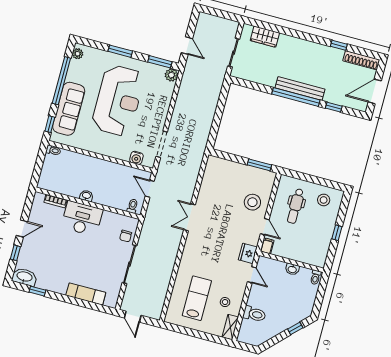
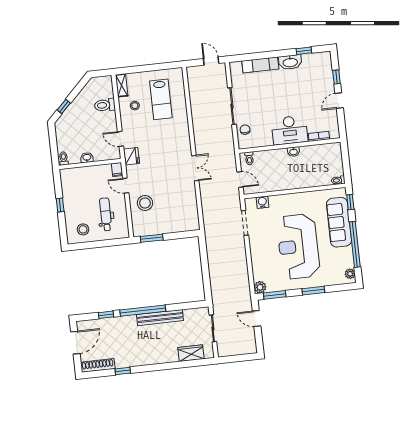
bench: (300, 88) -> (160, 318), moved
washbasin: (24, 277) -> (290, 62), moved

